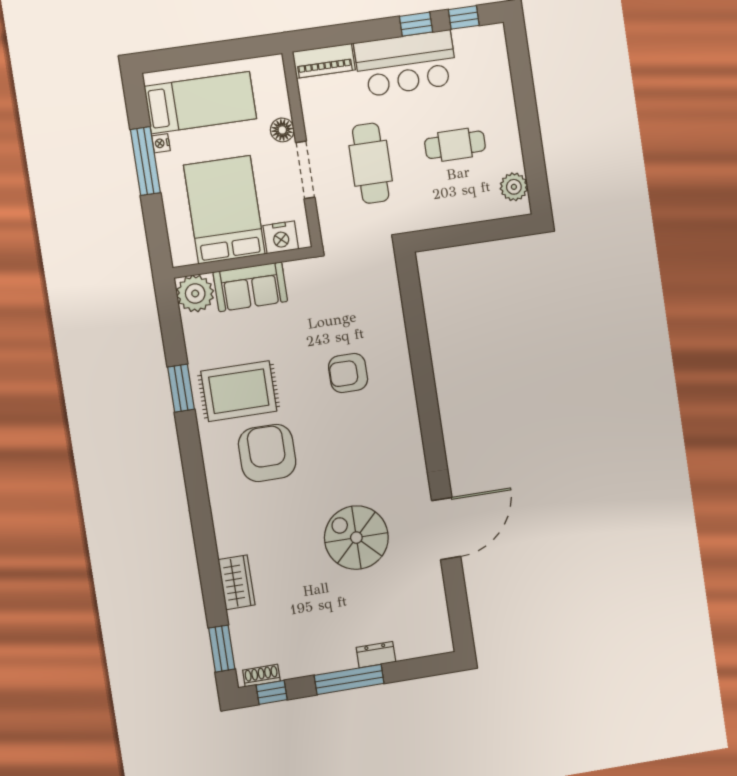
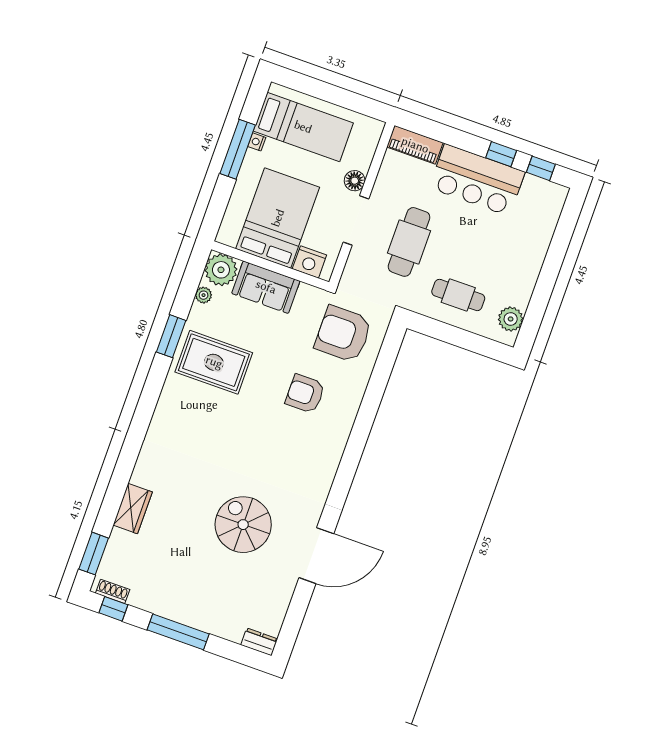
cafe table: (455, 145) -> (458, 295), moved
plant: (191, 329) -> (204, 295), added
armchair: (267, 453) -> (343, 334), moved, turned -90
dresser: (376, 655) -> (259, 642), moved

